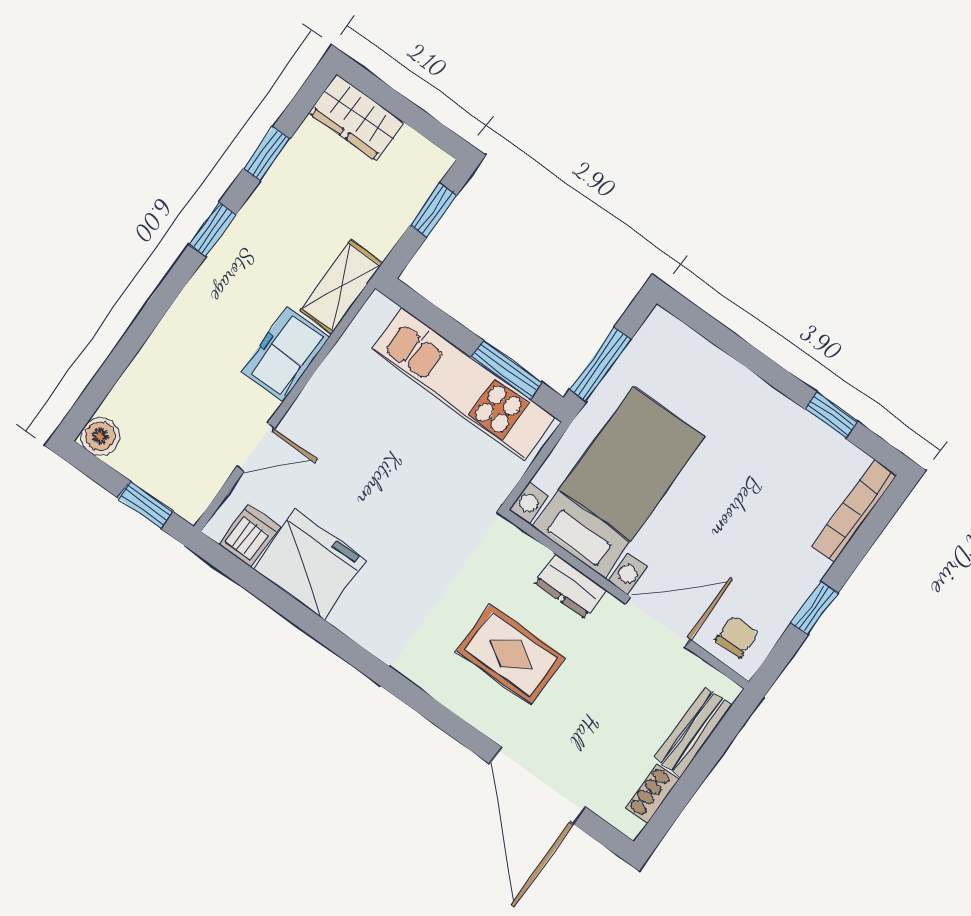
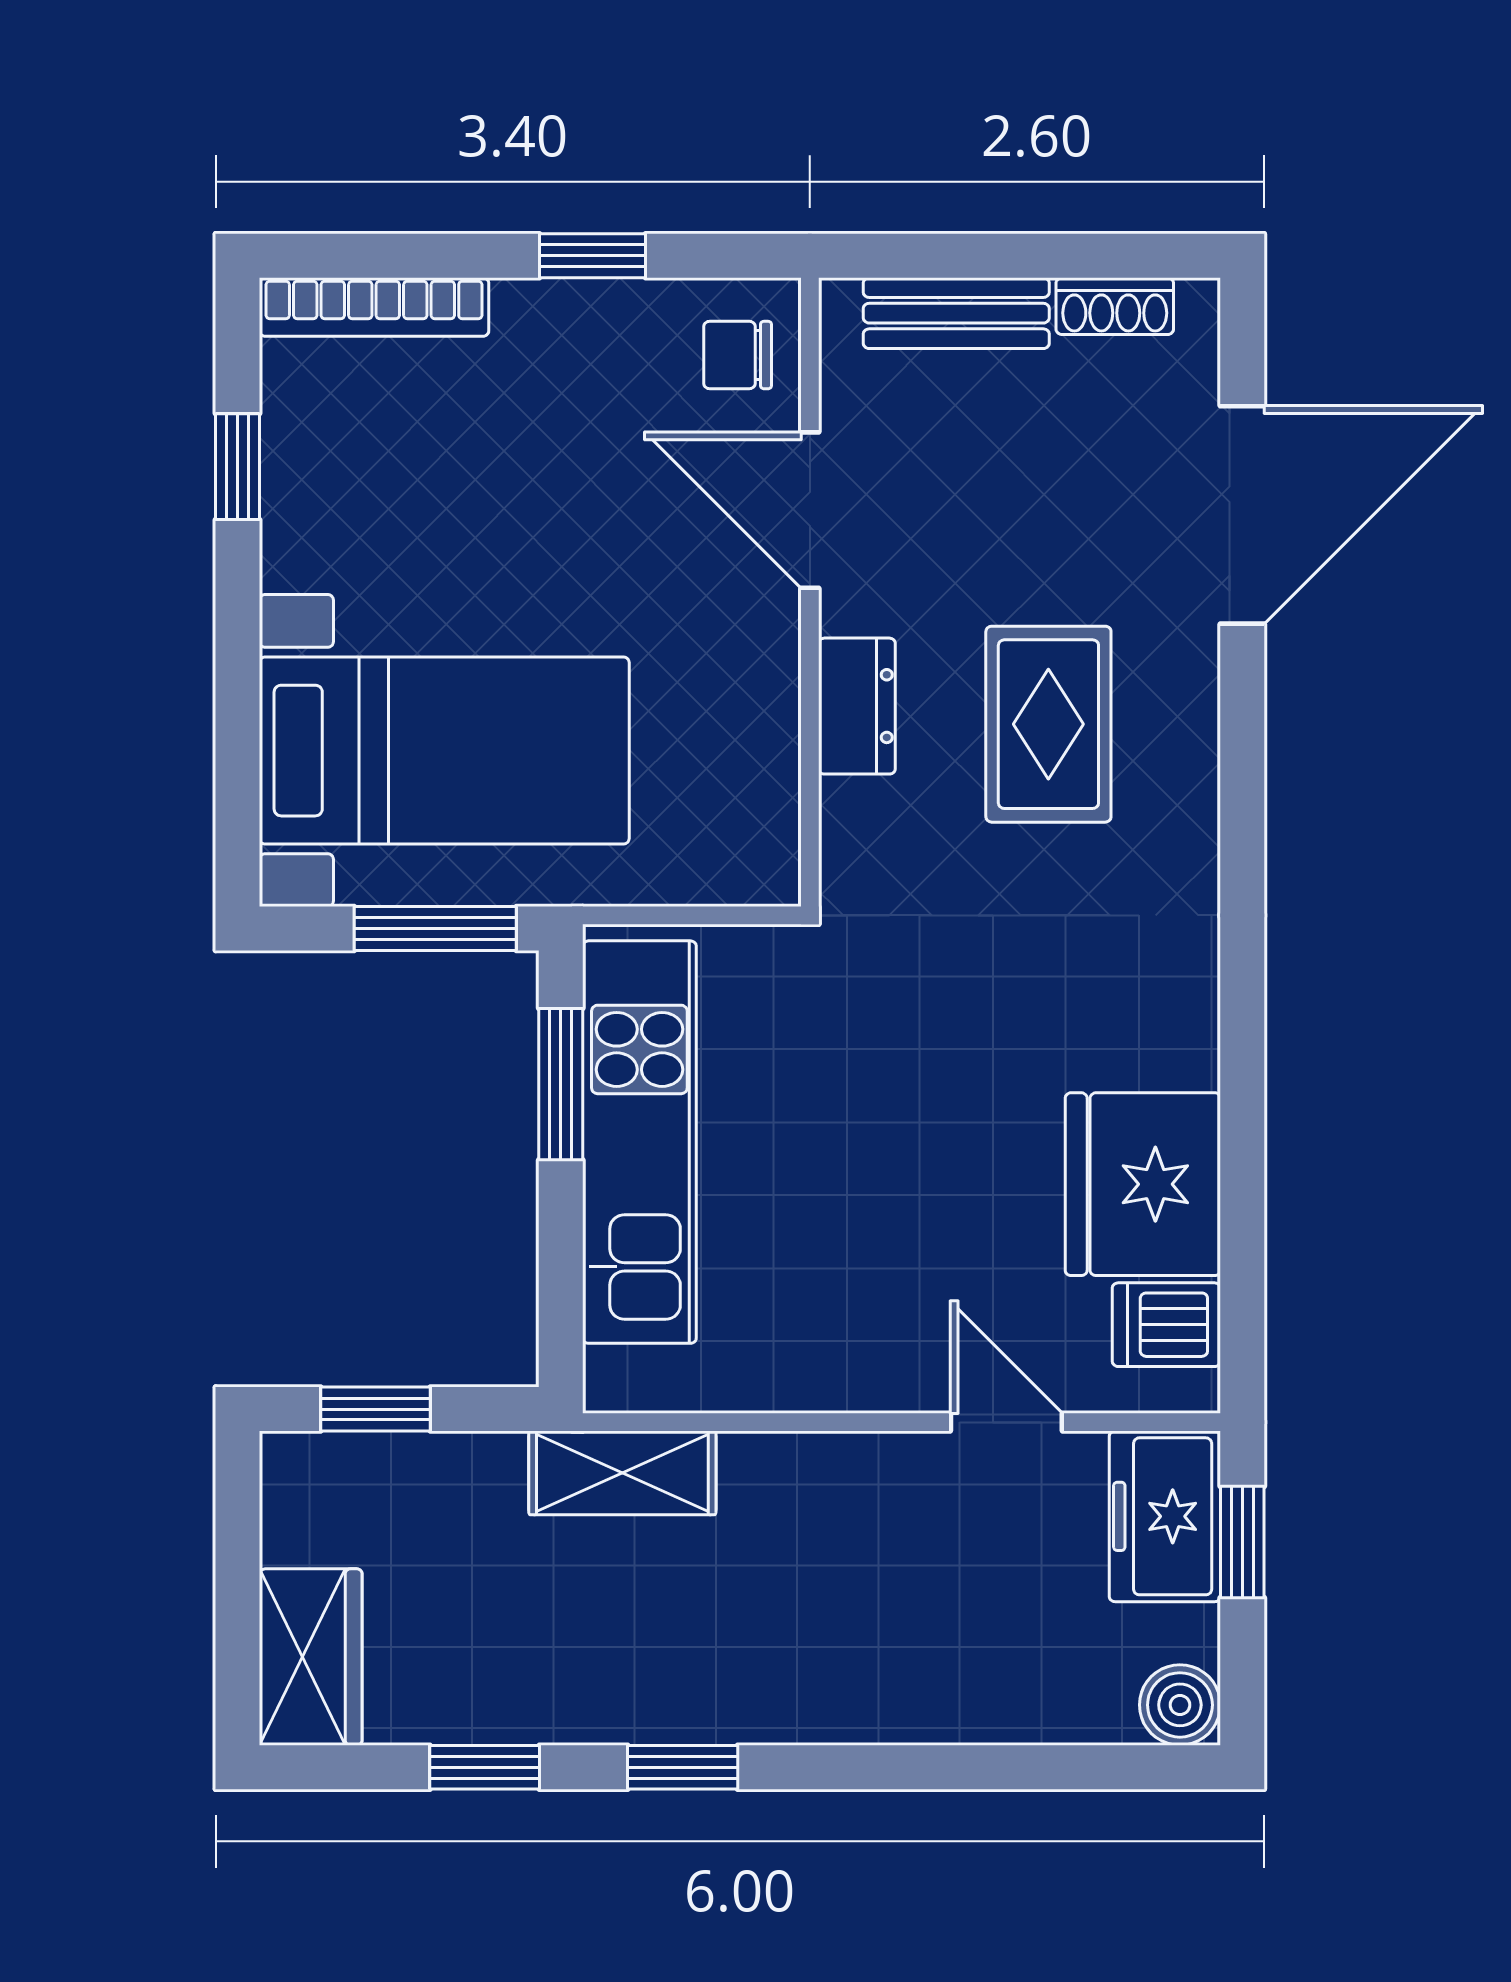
freezer: (285, 354) -> (1165, 1516), moved, turned 90
bed with nightstands: (619, 482) -> (444, 751), moved, turned 180

